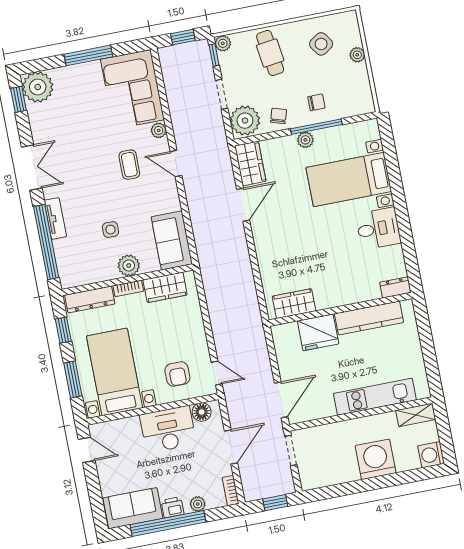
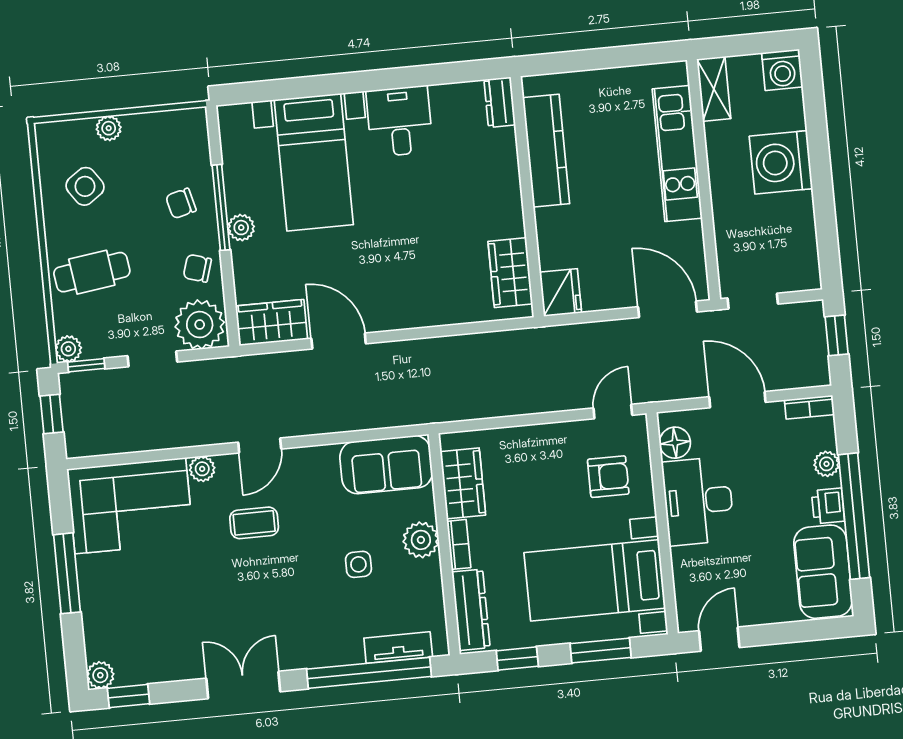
plant: (38, 87) -> (100, 675), width x0.53, depth x0.53
chair: (316, 102) -> (181, 203), turned -104
tv unit: (55, 218) -> (398, 648), moved
fridge: (318, 332) -> (560, 292), moved, width x0.73, depth x0.75

